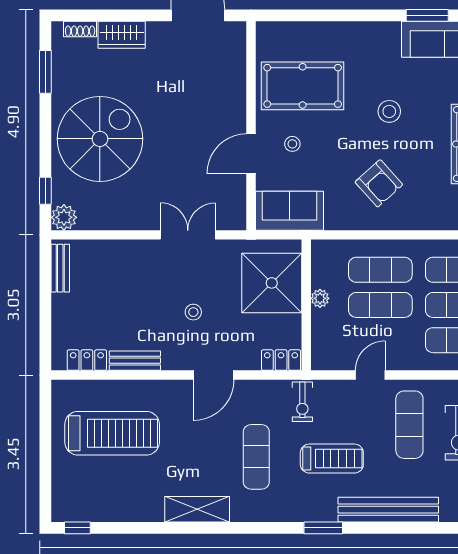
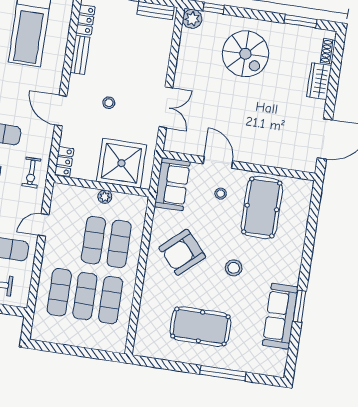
spiral stairs: (100, 139) -> (245, 54), width x0.73, depth x0.73
armchair: (379, 183) -> (182, 252), width x1.36, depth x1.36
door: (370, 375) -> (43, 225), swing flipped
exercise bike: (302, 402) -> (31, 172), turned -90

